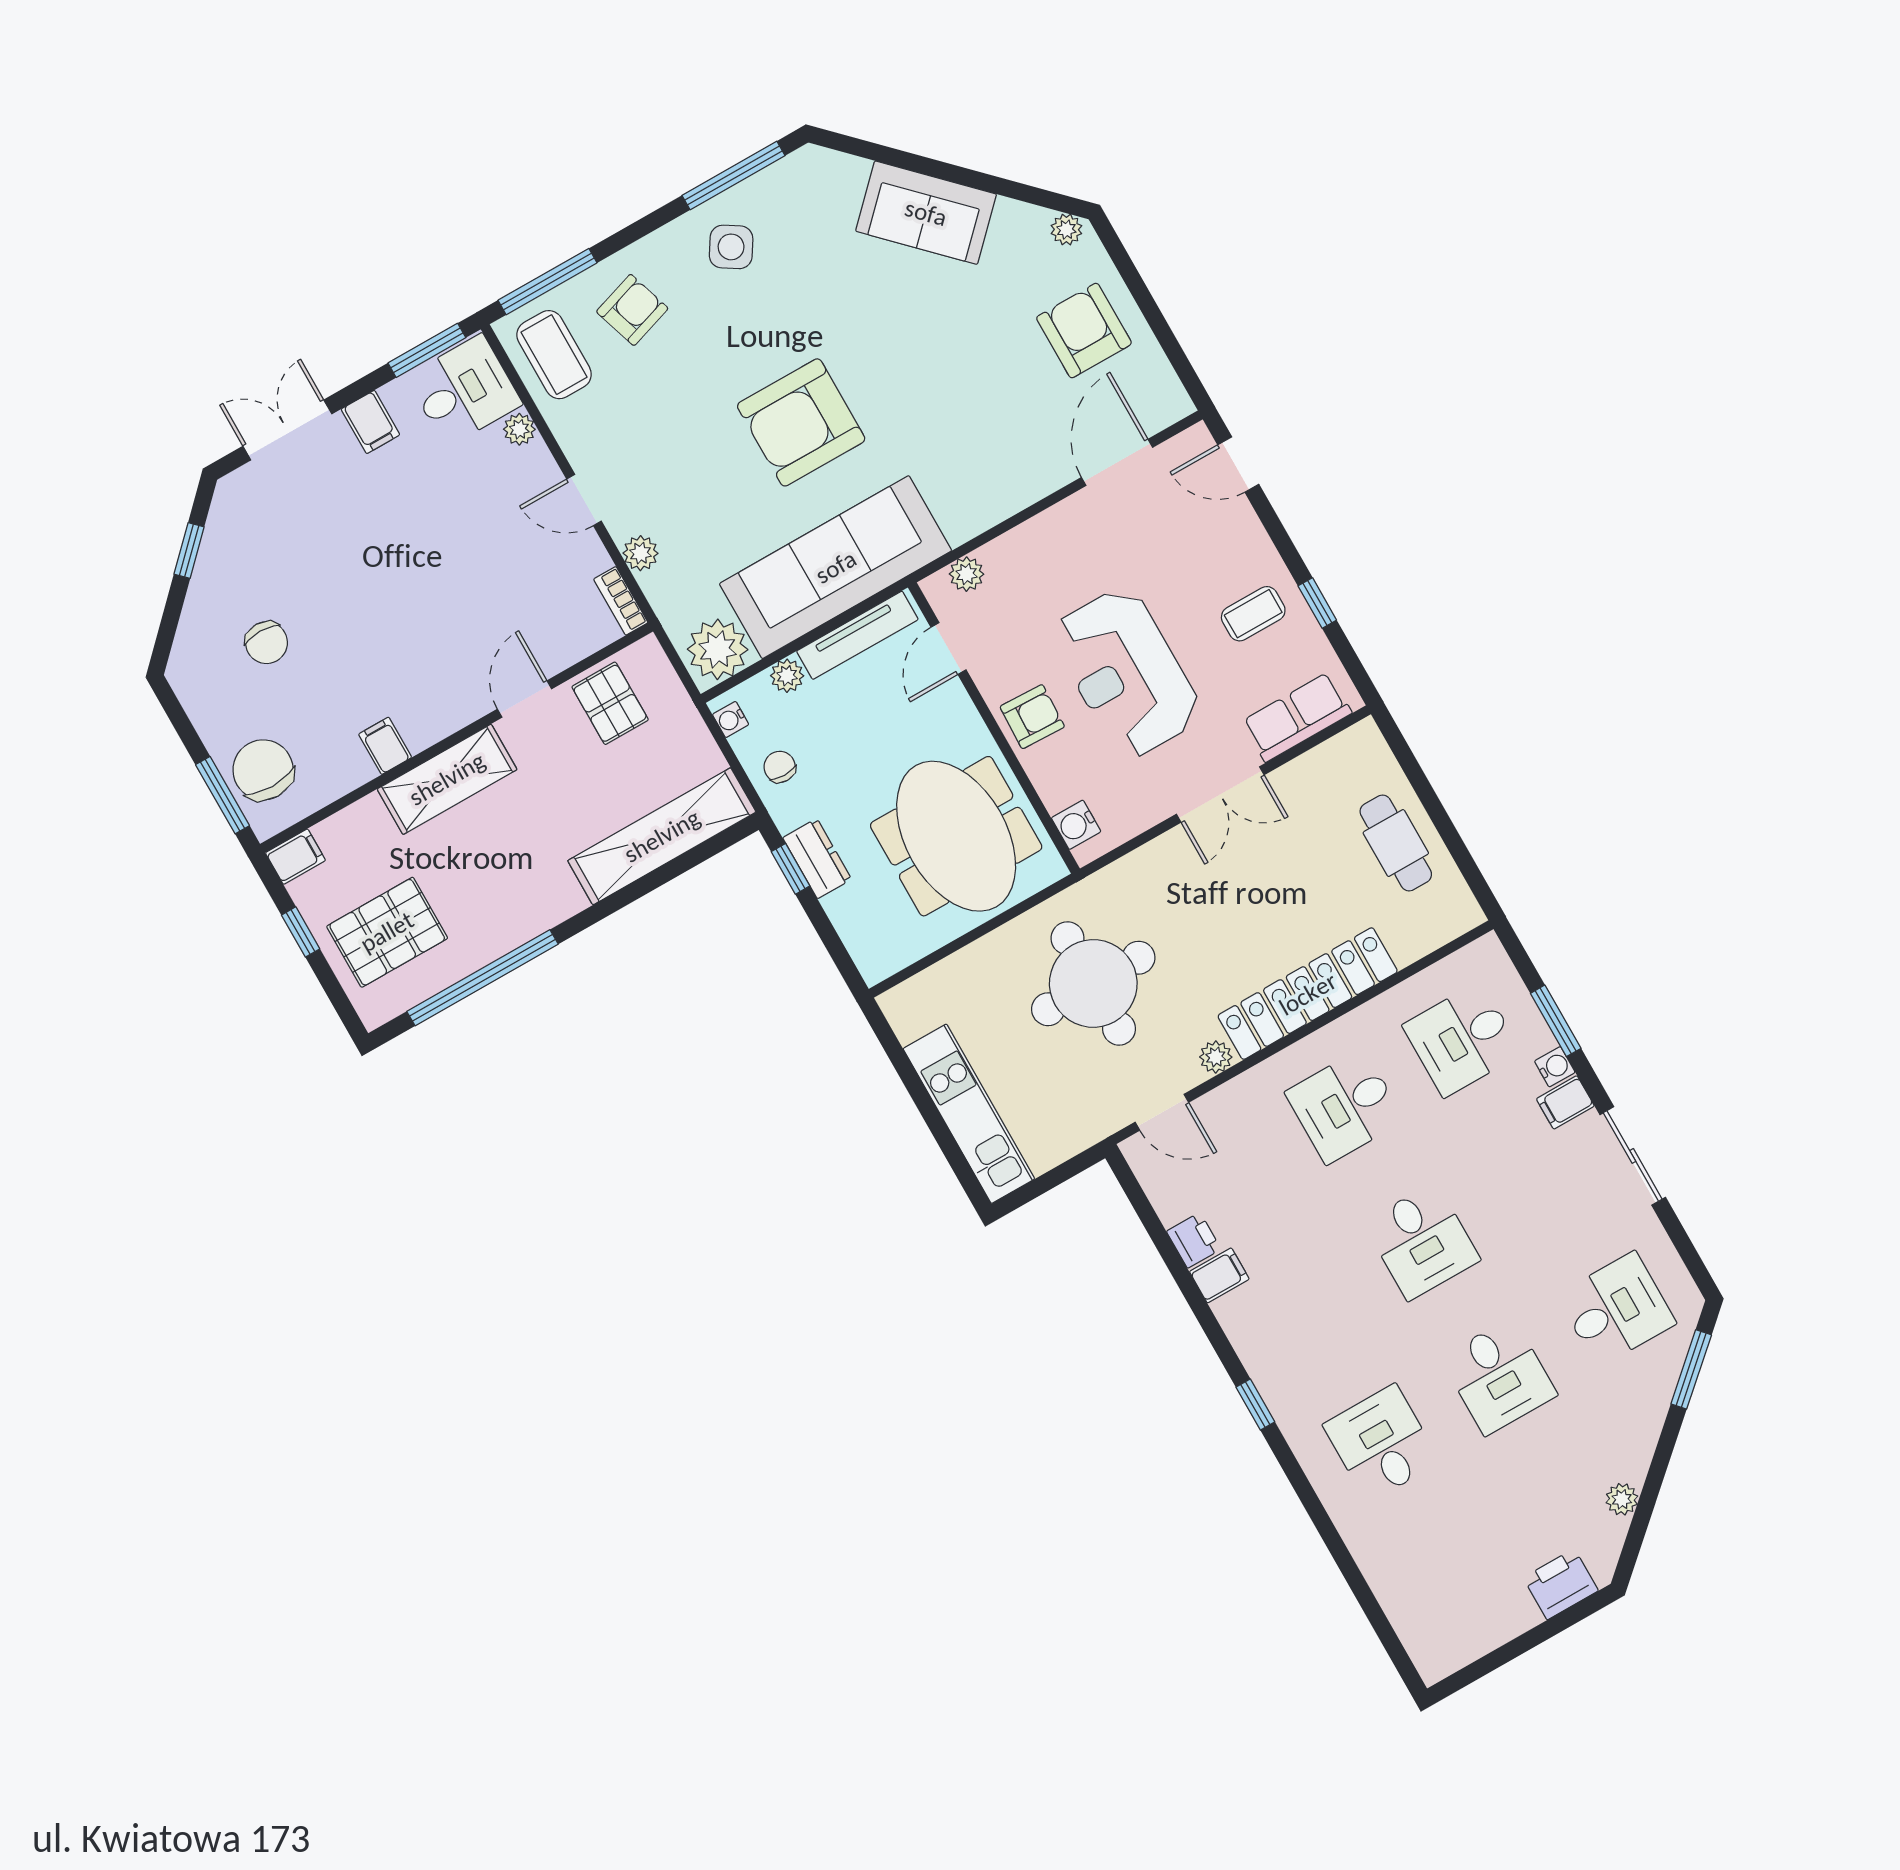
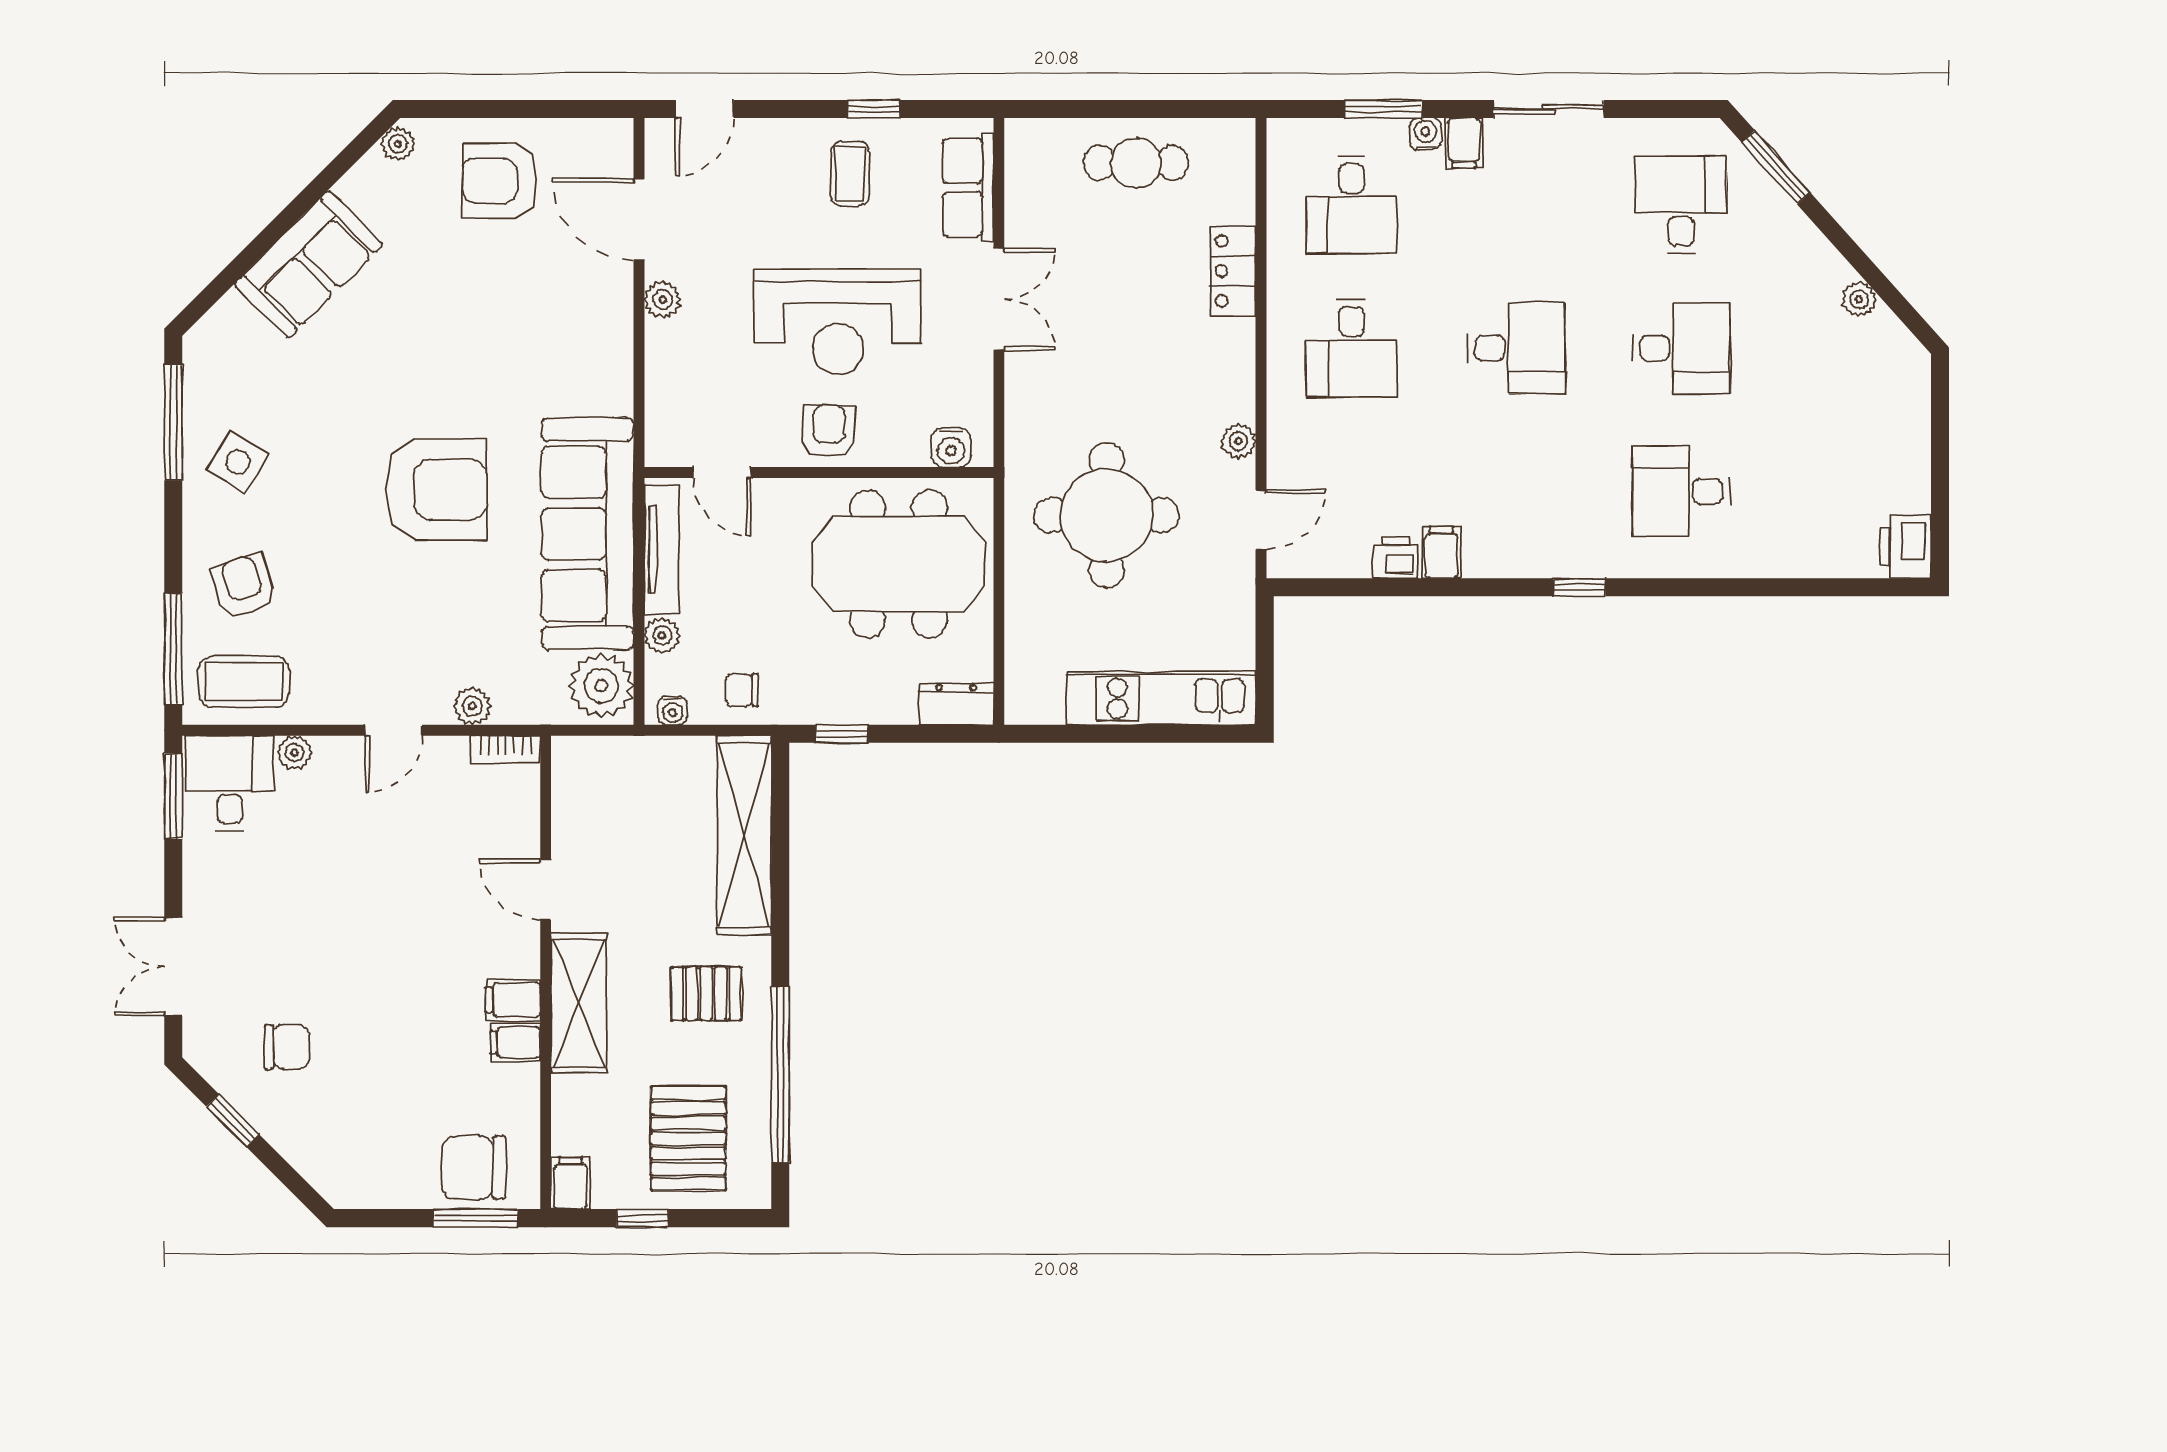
filing cabinet: (370, 422) -> (513, 1000), moved, turned 180
armchair: (801, 422) -> (436, 490), turned -90
plant: (967, 574) -> (663, 300), moved
chair: (267, 643) -> (287, 1047), moved
pallet: (610, 703) -> (706, 994), moved
dresser: (817, 858) -> (956, 704), moved
locker: (1308, 994) -> (1233, 271), width x0.46, depth x0.83
printer: (1561, 1584) -> (1905, 547), moved

